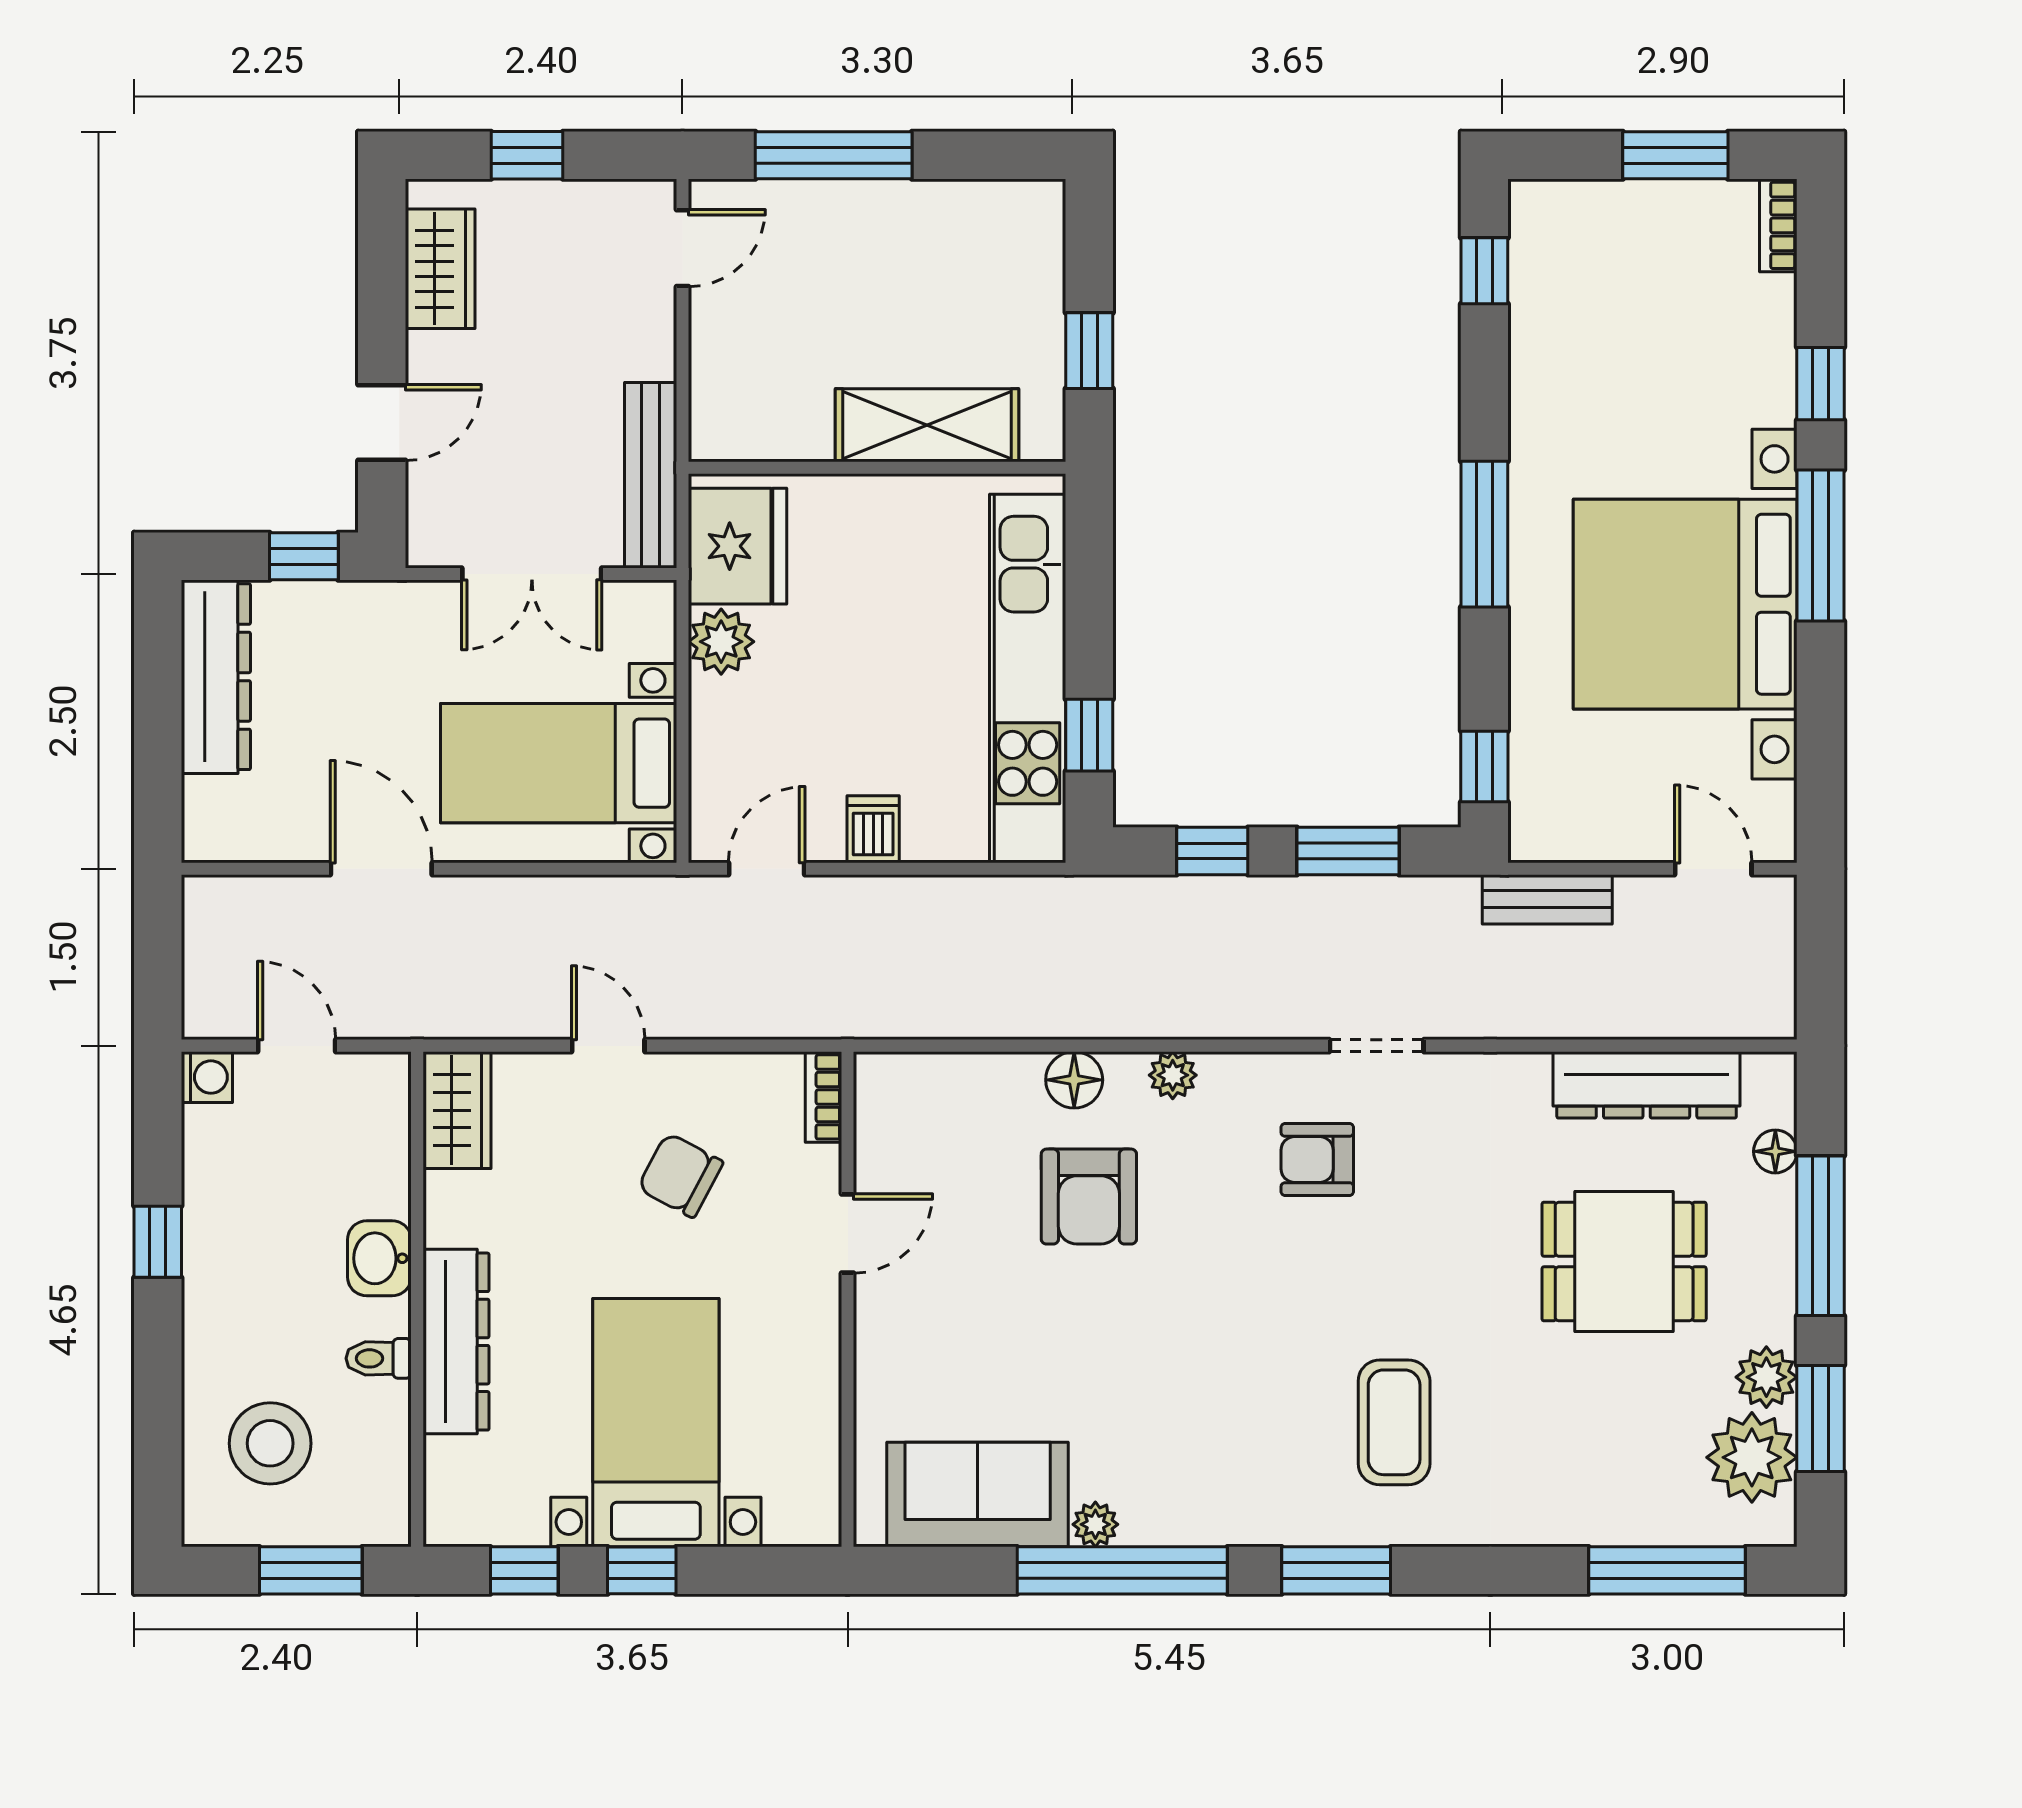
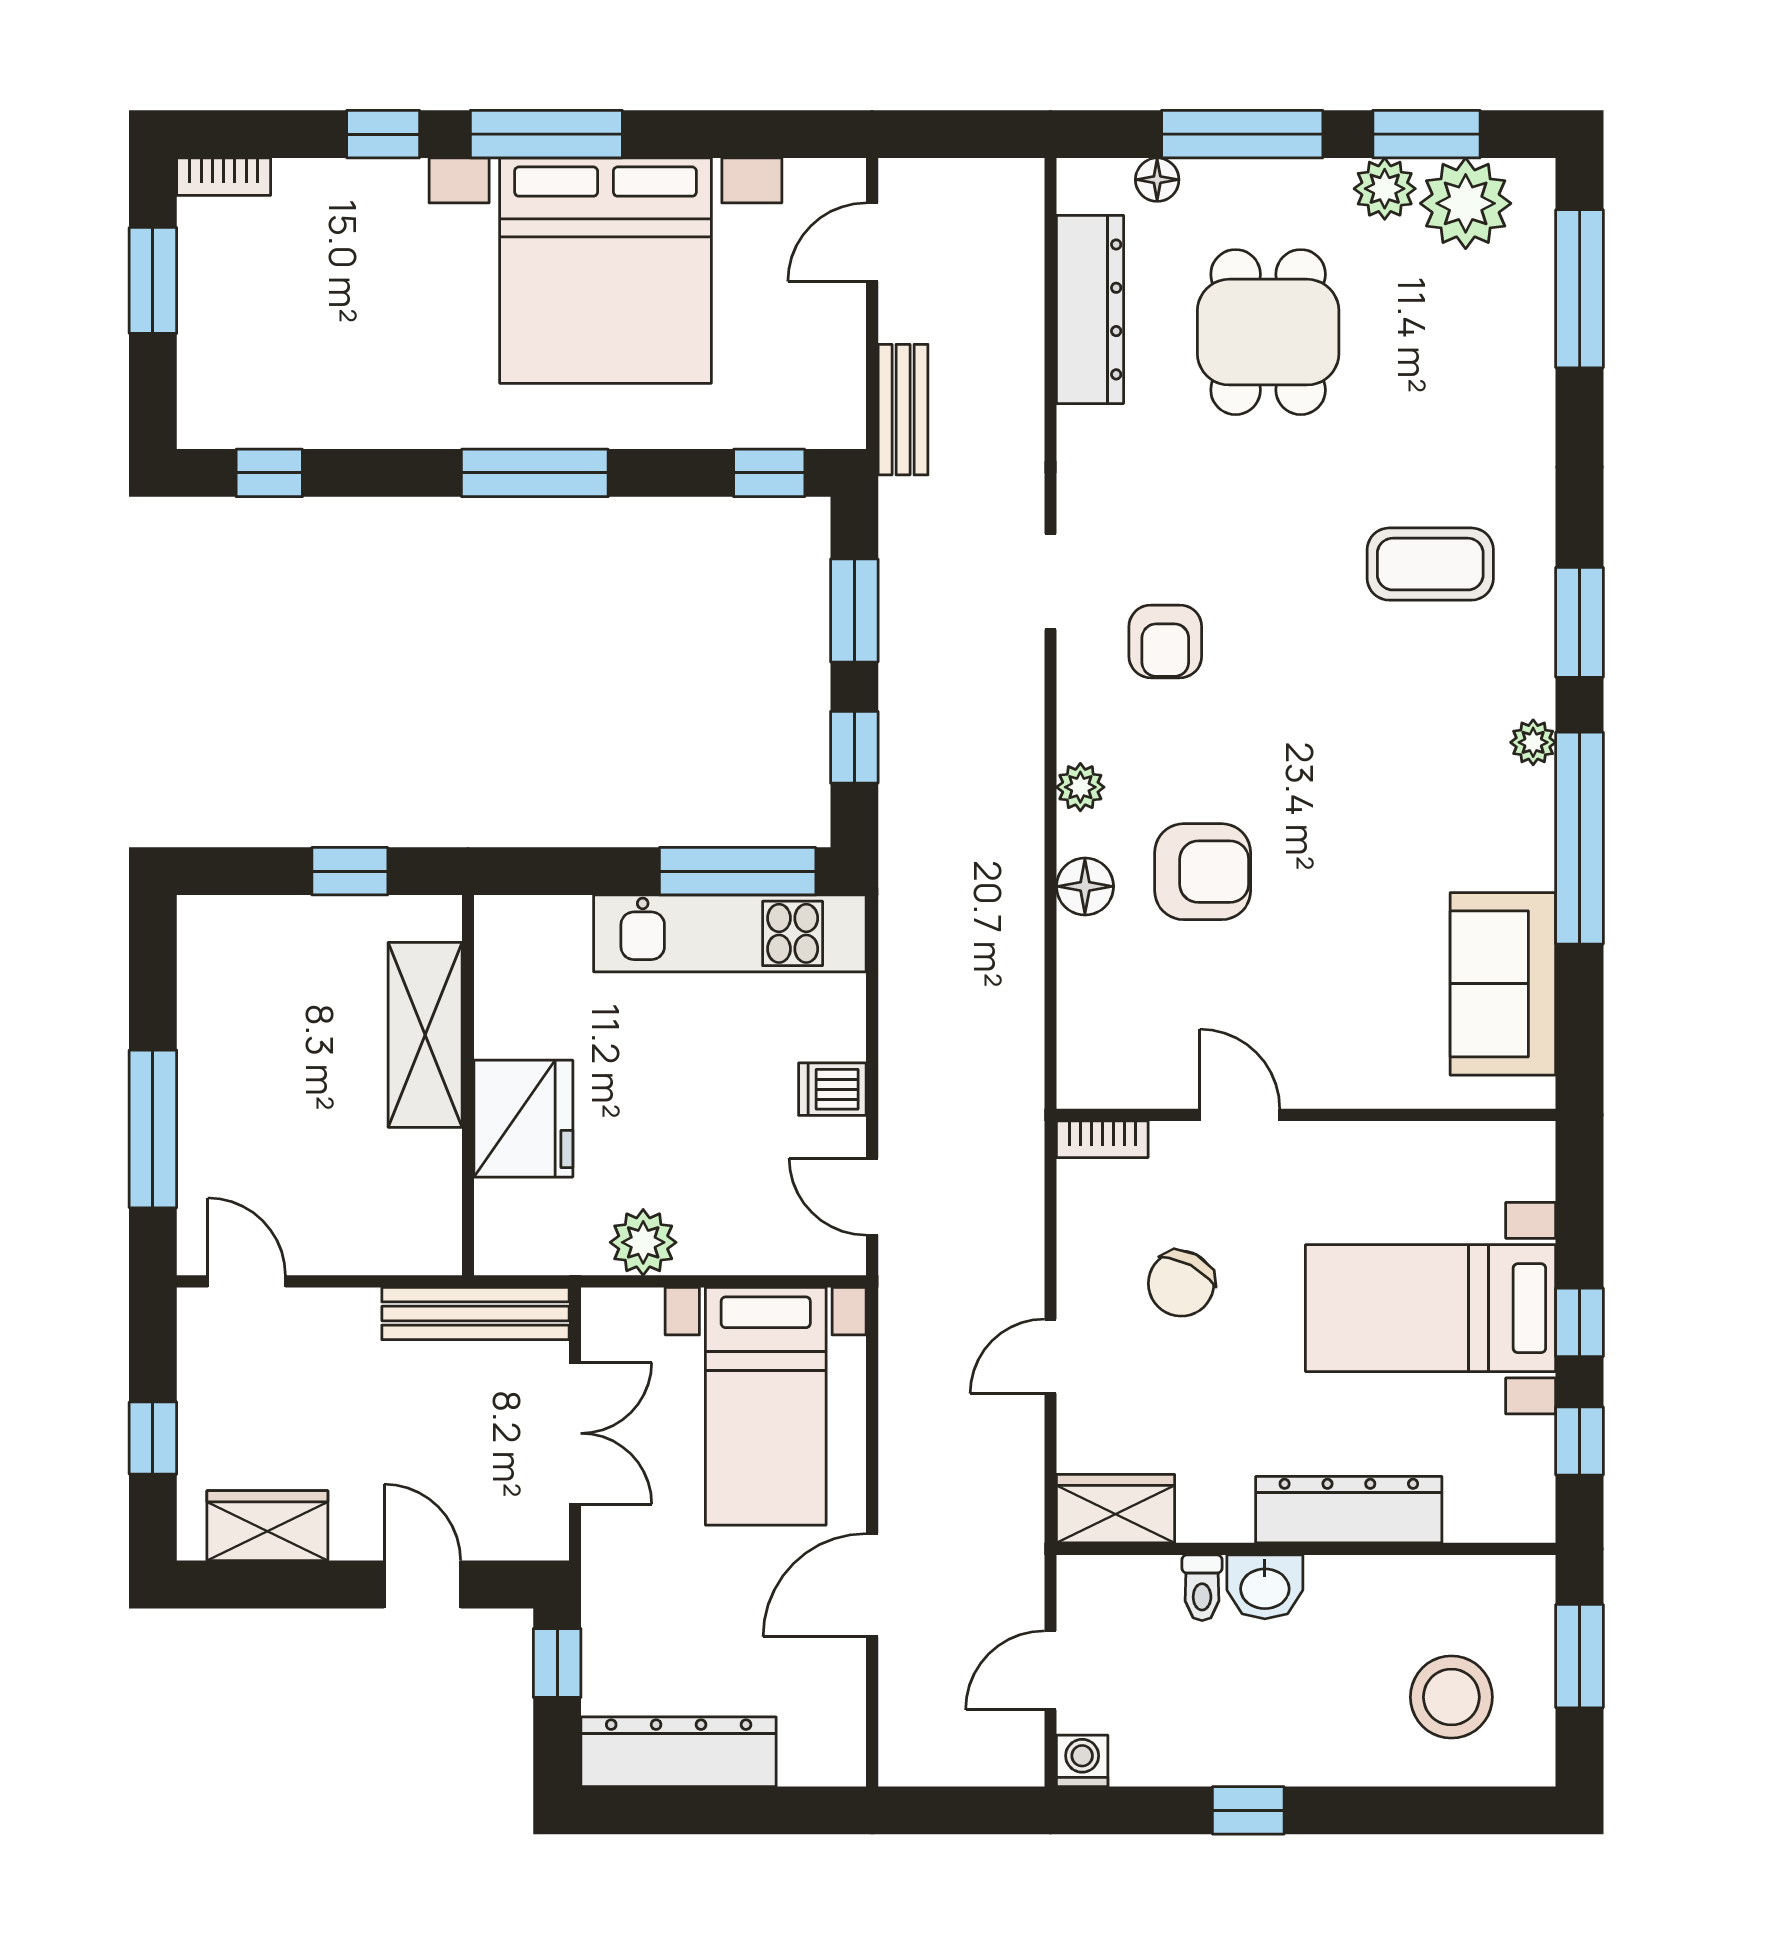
fridge: (737, 546) -> (523, 1119), moved, turned 90
kitchen unit: (1028, 678) -> (730, 933), width x0.73
window: (1089, 735) -> (738, 871), width x2.17
toilet: (379, 1358) -> (1202, 1588), moved
plant: (1095, 1524) -> (1533, 742), moved

